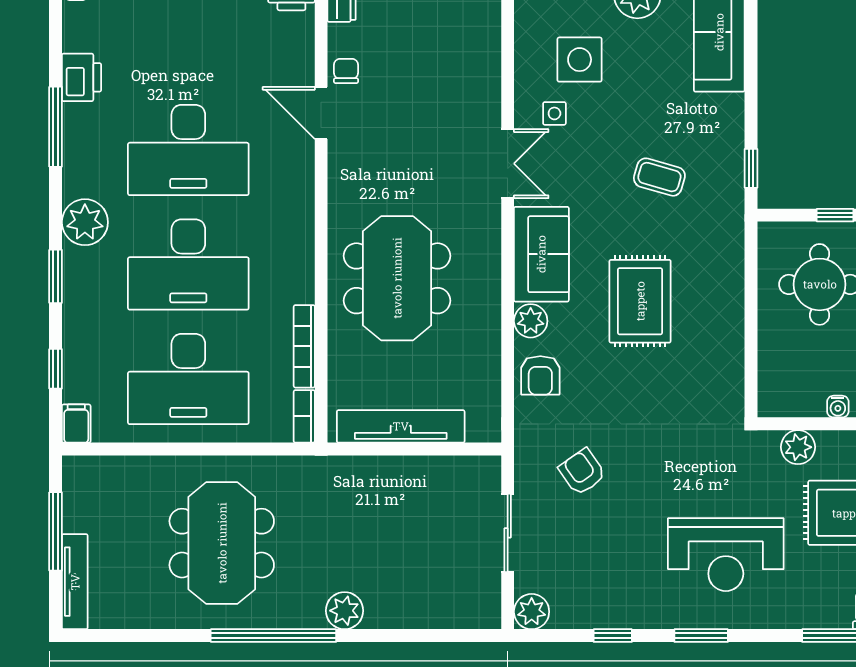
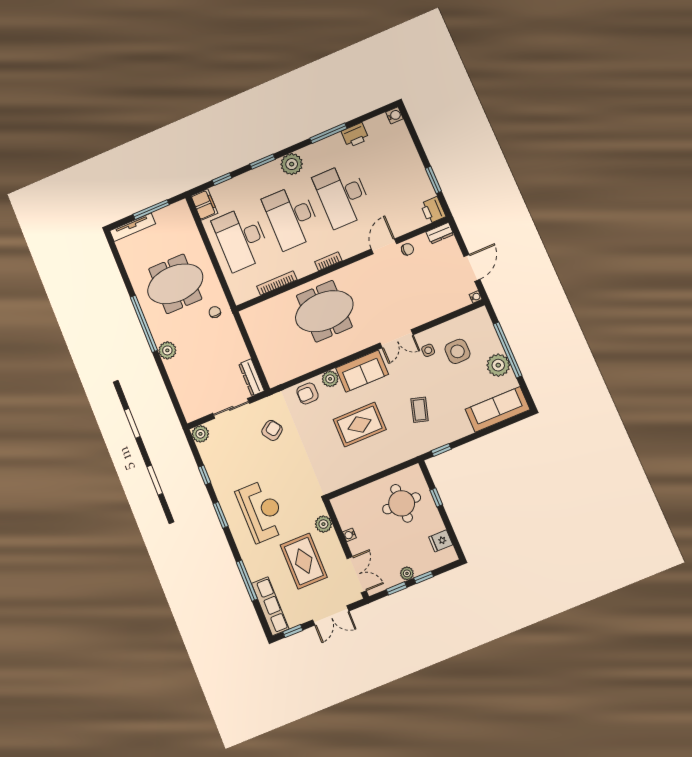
bookcase: (304, 416) -> (328, 261), moved
filing cabinet: (76, 424) -> (204, 204), width x2.00
tv unit: (401, 426) -> (259, 341), removed
dresser: (465, 470) -> (252, 377), added
chair: (309, 489) -> (215, 312), added
reception desk: (726, 555) -> (261, 511), turned 180

